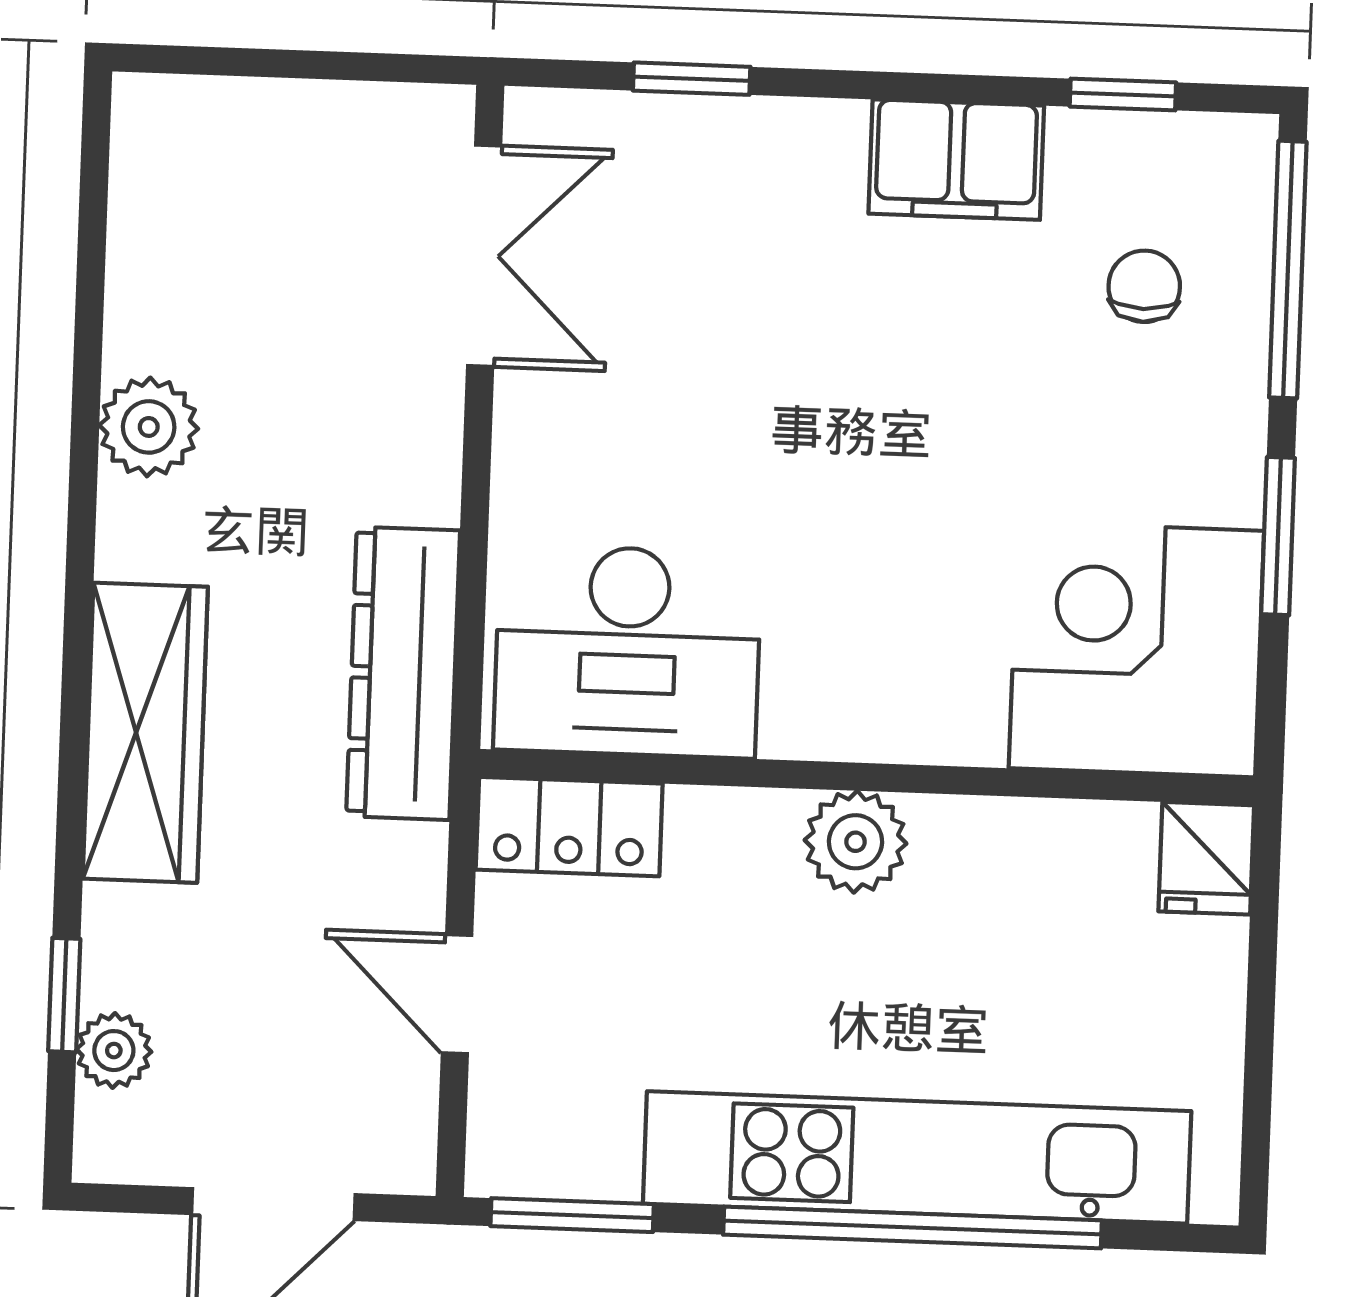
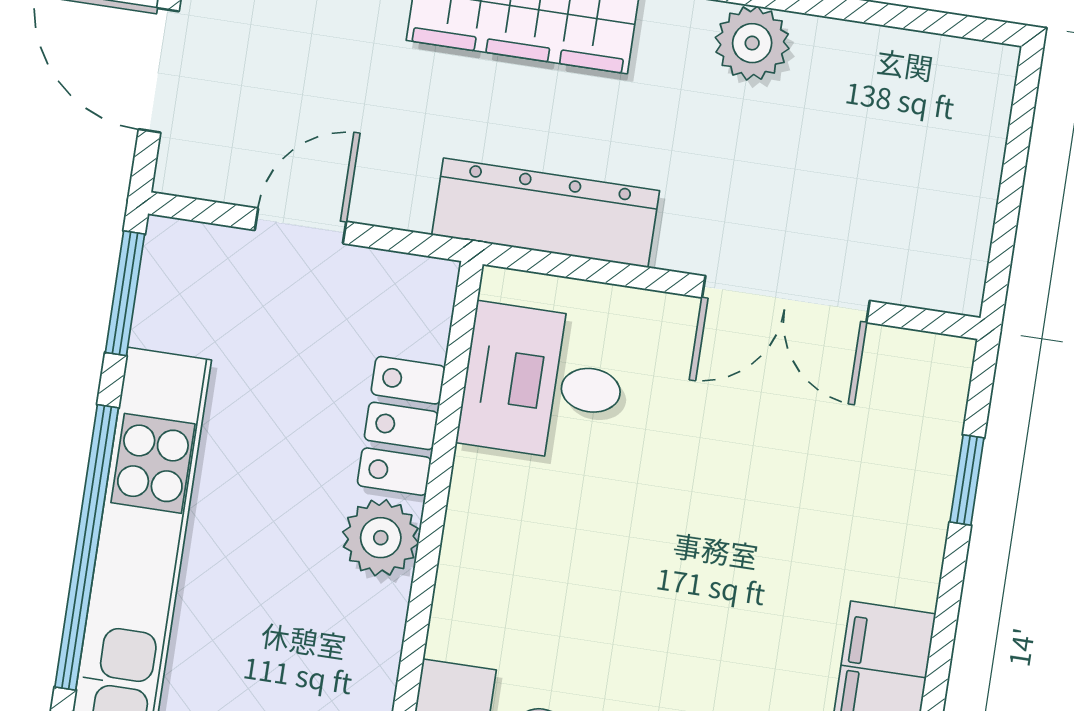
double door: (484, 256) -> (786, 299), moved
desk: (628, 651) -> (543, 383), width x0.73
locker: (569, 827) -> (401, 426), moved

